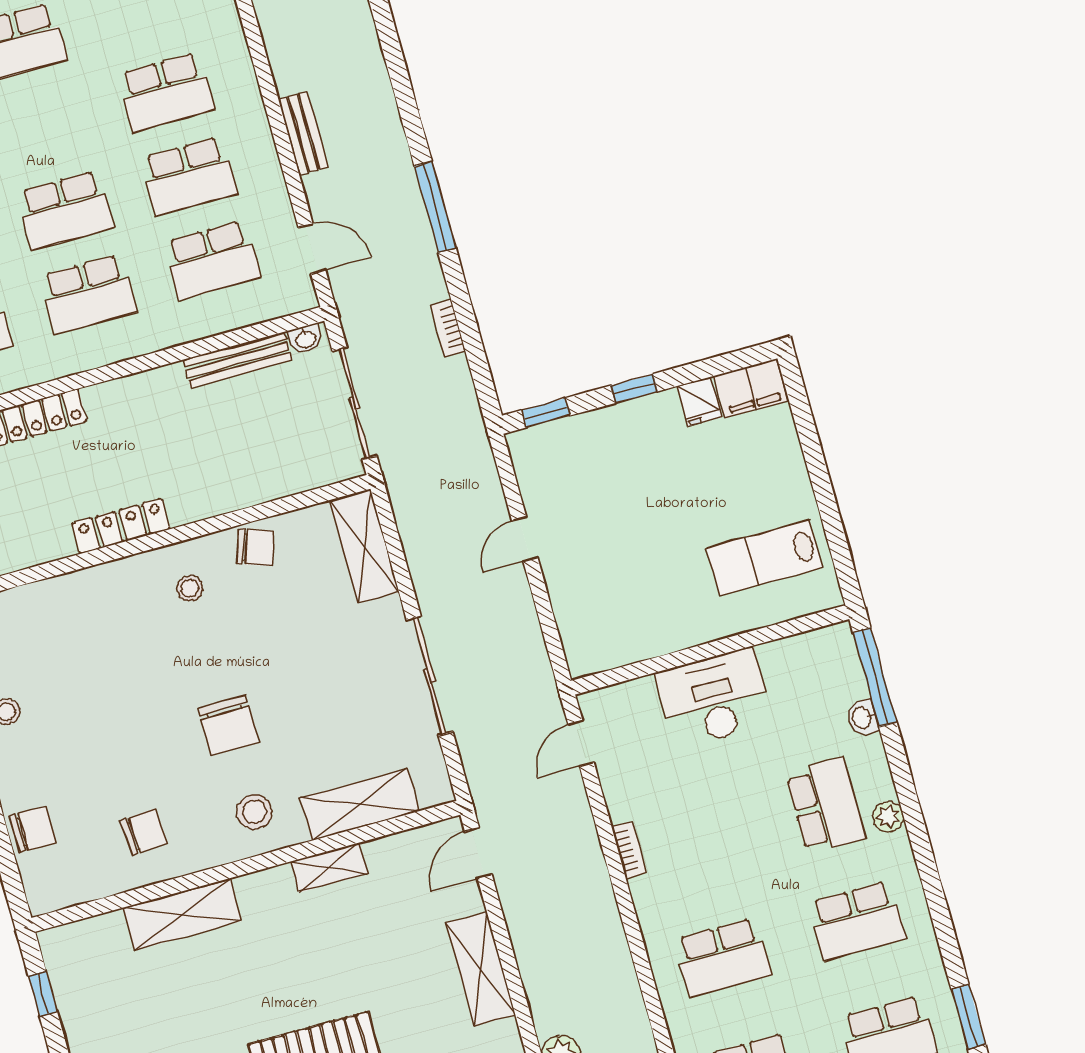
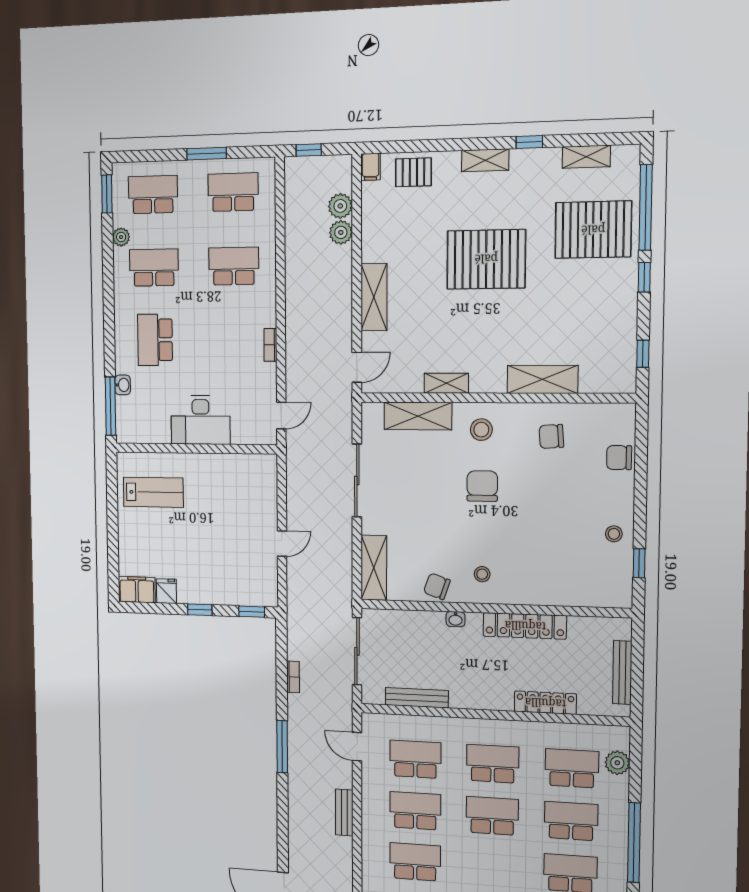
washbasin: (305, 339) -> (456, 619), moved, turned 180
locker: (121, 526) -> (525, 626), width x1.41, depth x1.21
plant: (888, 817) -> (121, 237), moved

